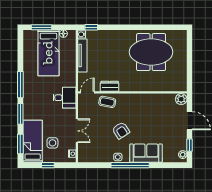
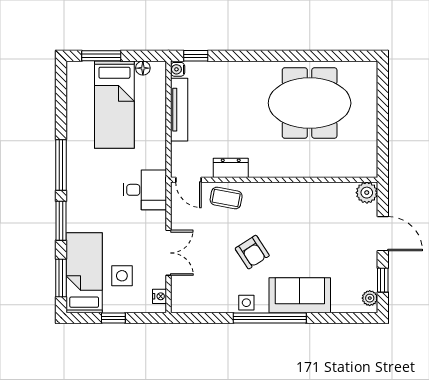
door: (87, 92) -> (188, 180), swing flipped

